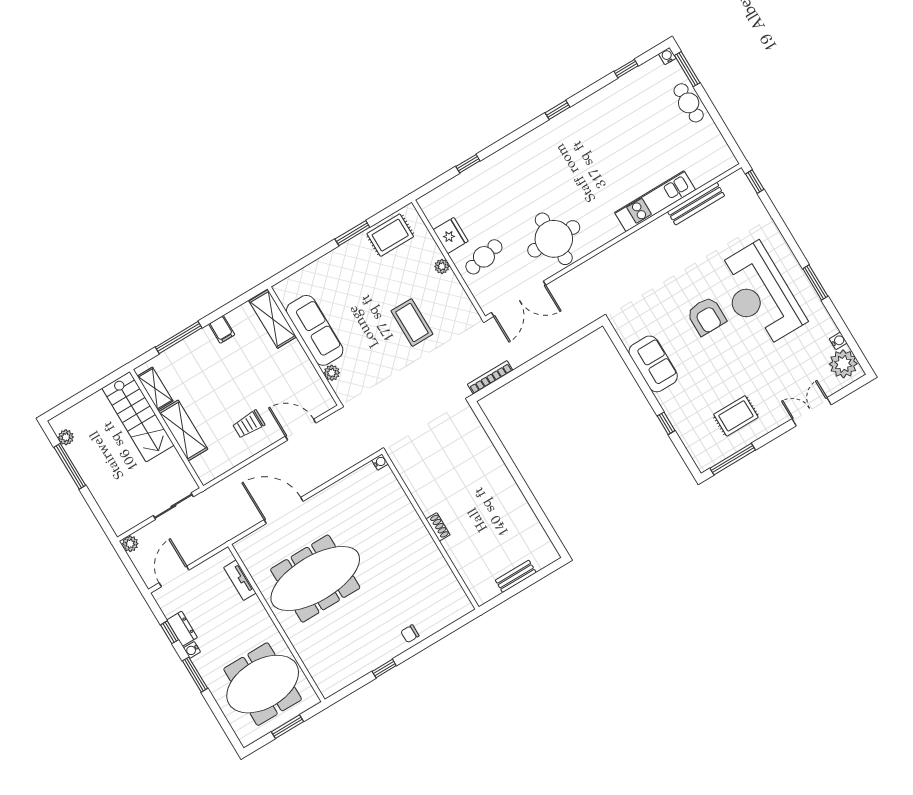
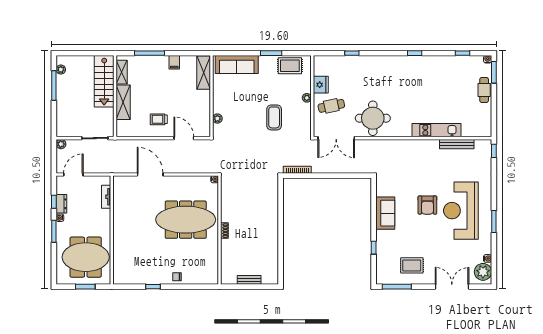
sofa: (315, 330) -> (237, 64), moved, turned 90
double door: (812, 412) -> (452, 287), width x1.37
meeting table: (315, 579) -> (186, 220), moved

